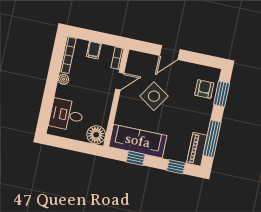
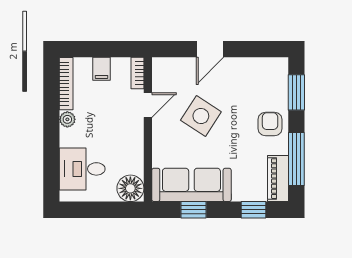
armchair: (204, 89) -> (270, 124), moved

